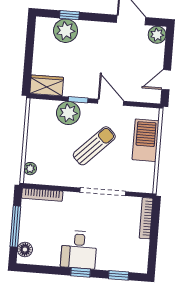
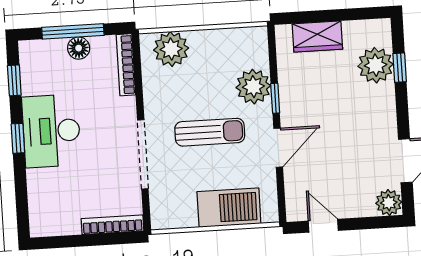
wardrobe: (47, 85) -> (317, 37), moved, turned 90
sun lounger: (94, 146) -> (210, 132), turned -45
plant: (30, 169) -> (171, 49), width x1.88, depth x1.88
floor lamp: (25, 249) -> (79, 48), moved
desk: (79, 250) -> (51, 131), width x1.37
window: (119, 275) -> (14, 80), moved

